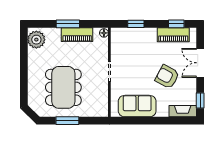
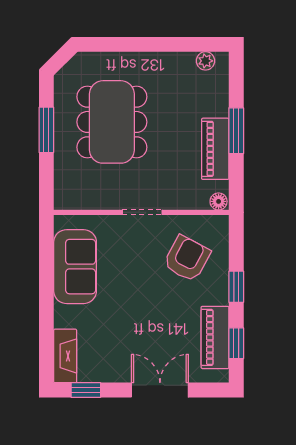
window: (136, 24) -> (236, 287), moved
plant: (36, 40) -> (205, 61), width x0.53, depth x0.53
armchair: (167, 77) -> (187, 258), moved
dining table: (63, 87) -> (112, 122), turned 90

